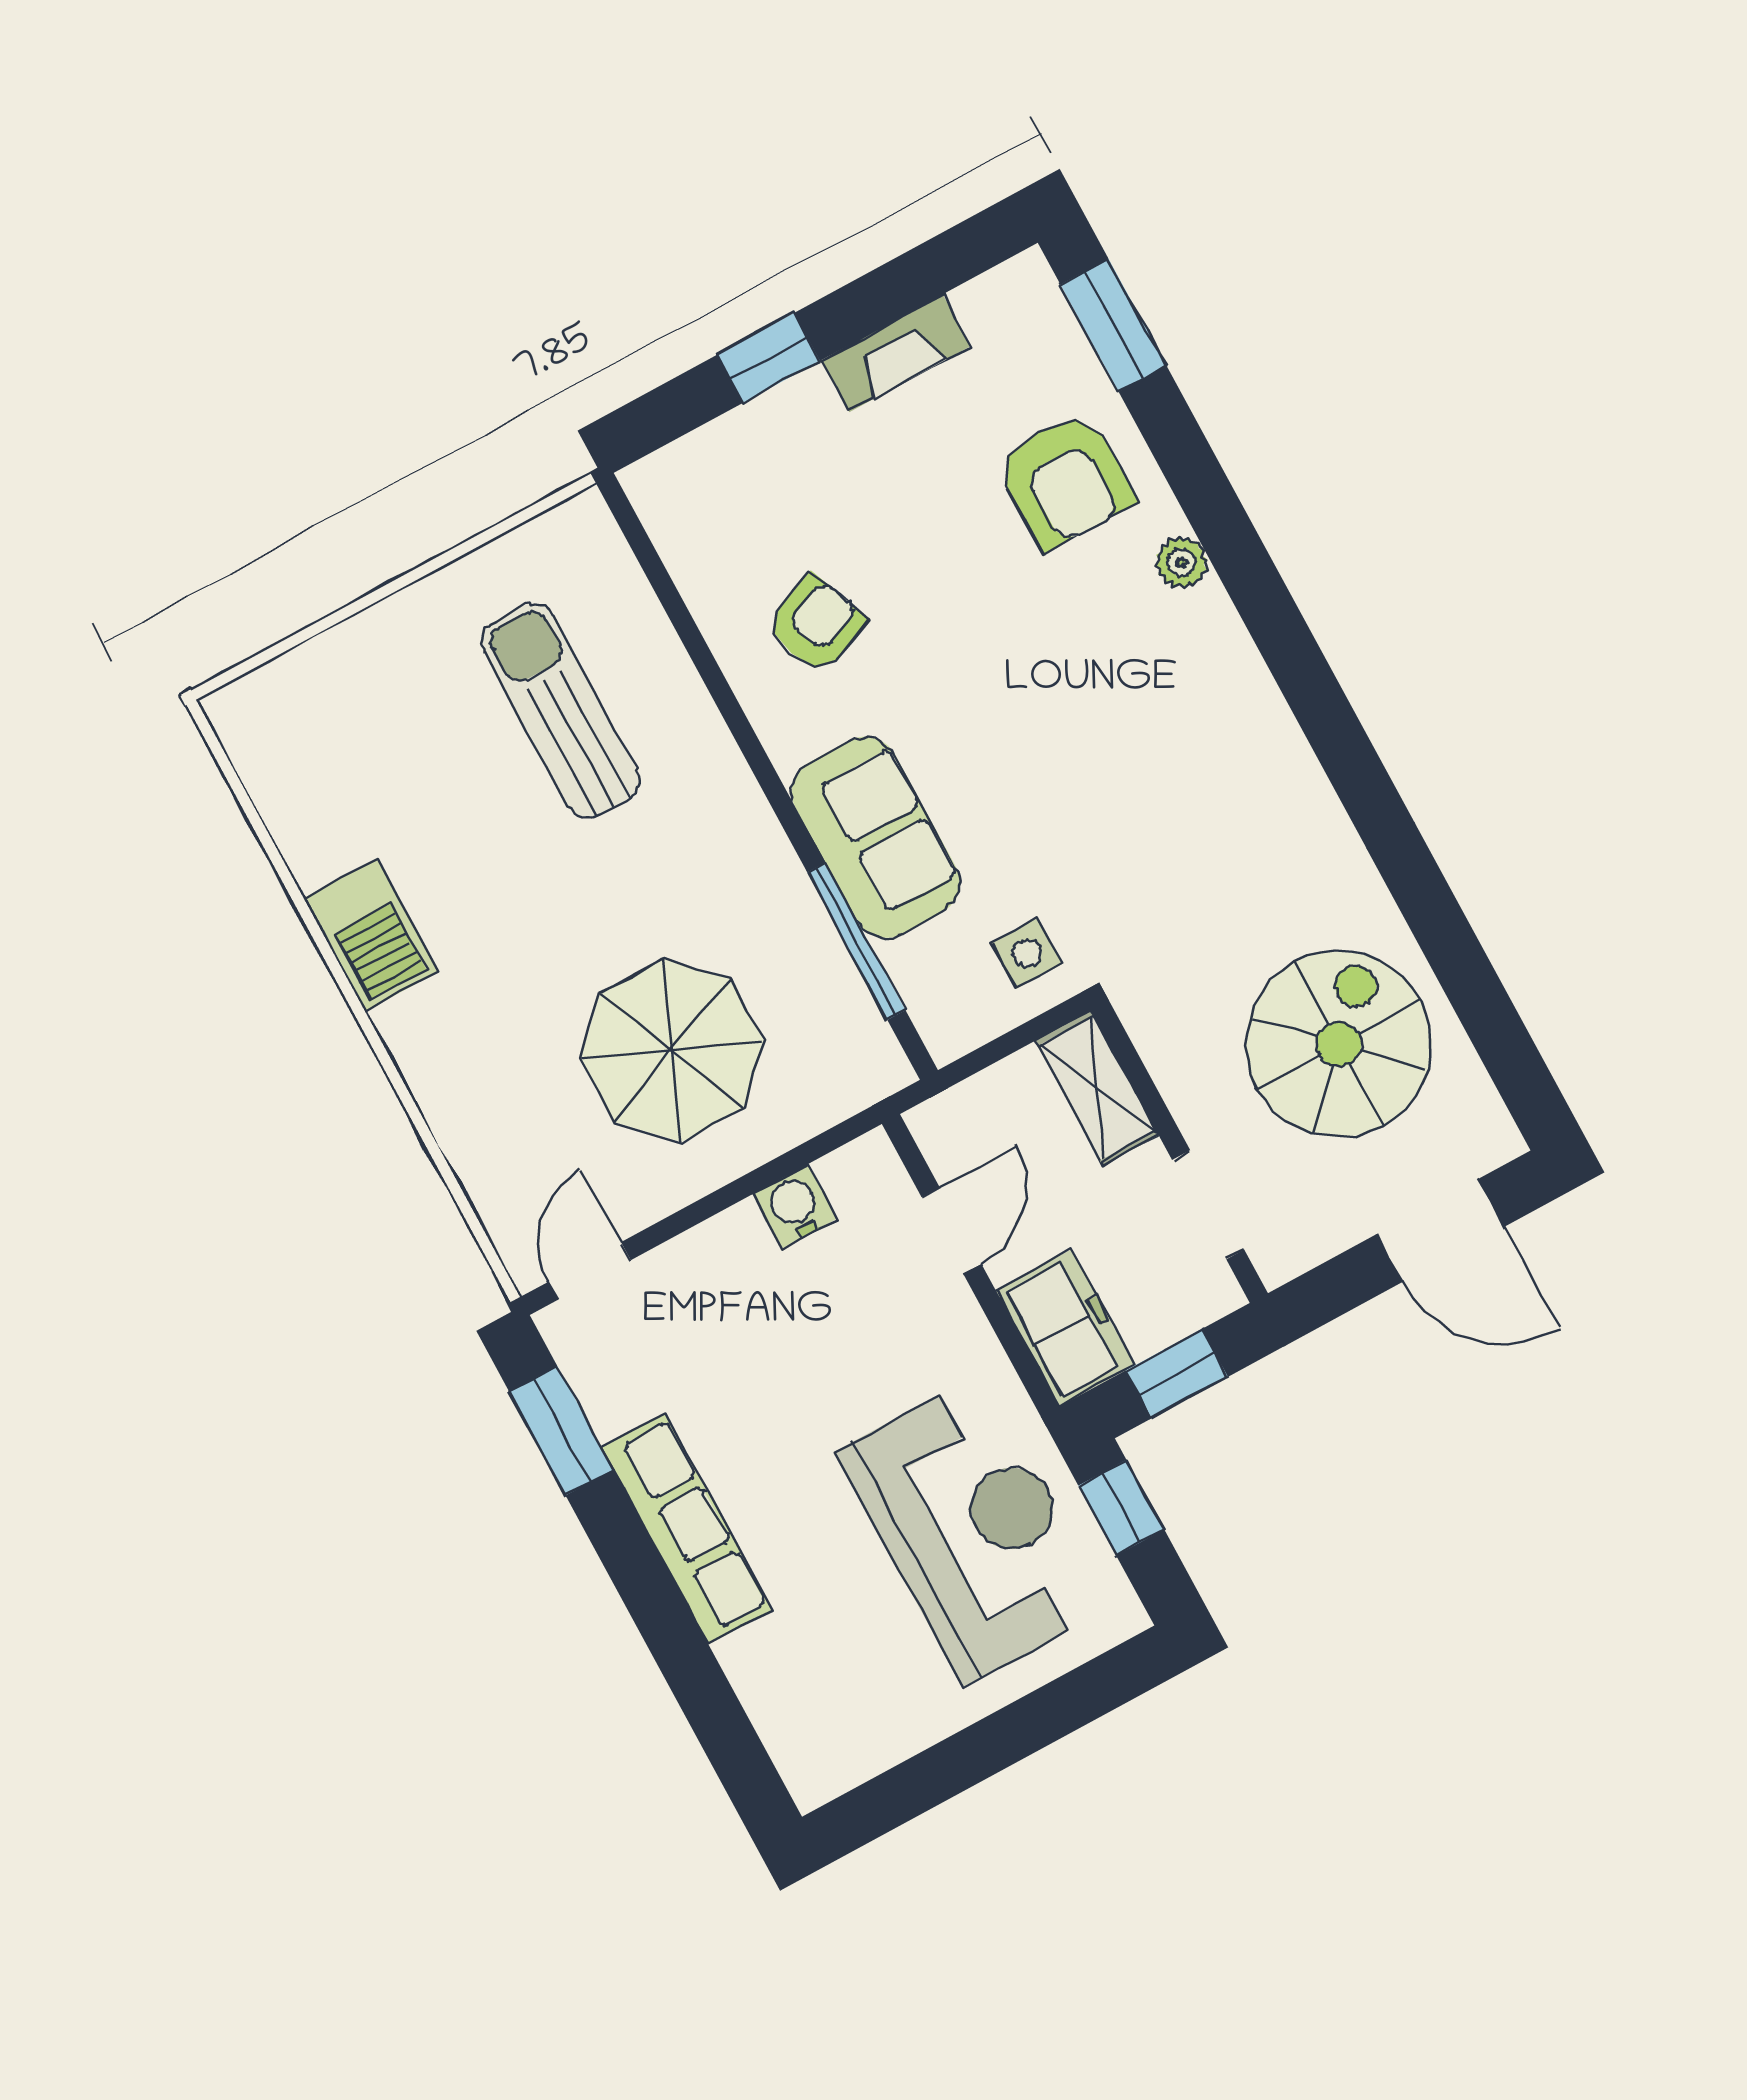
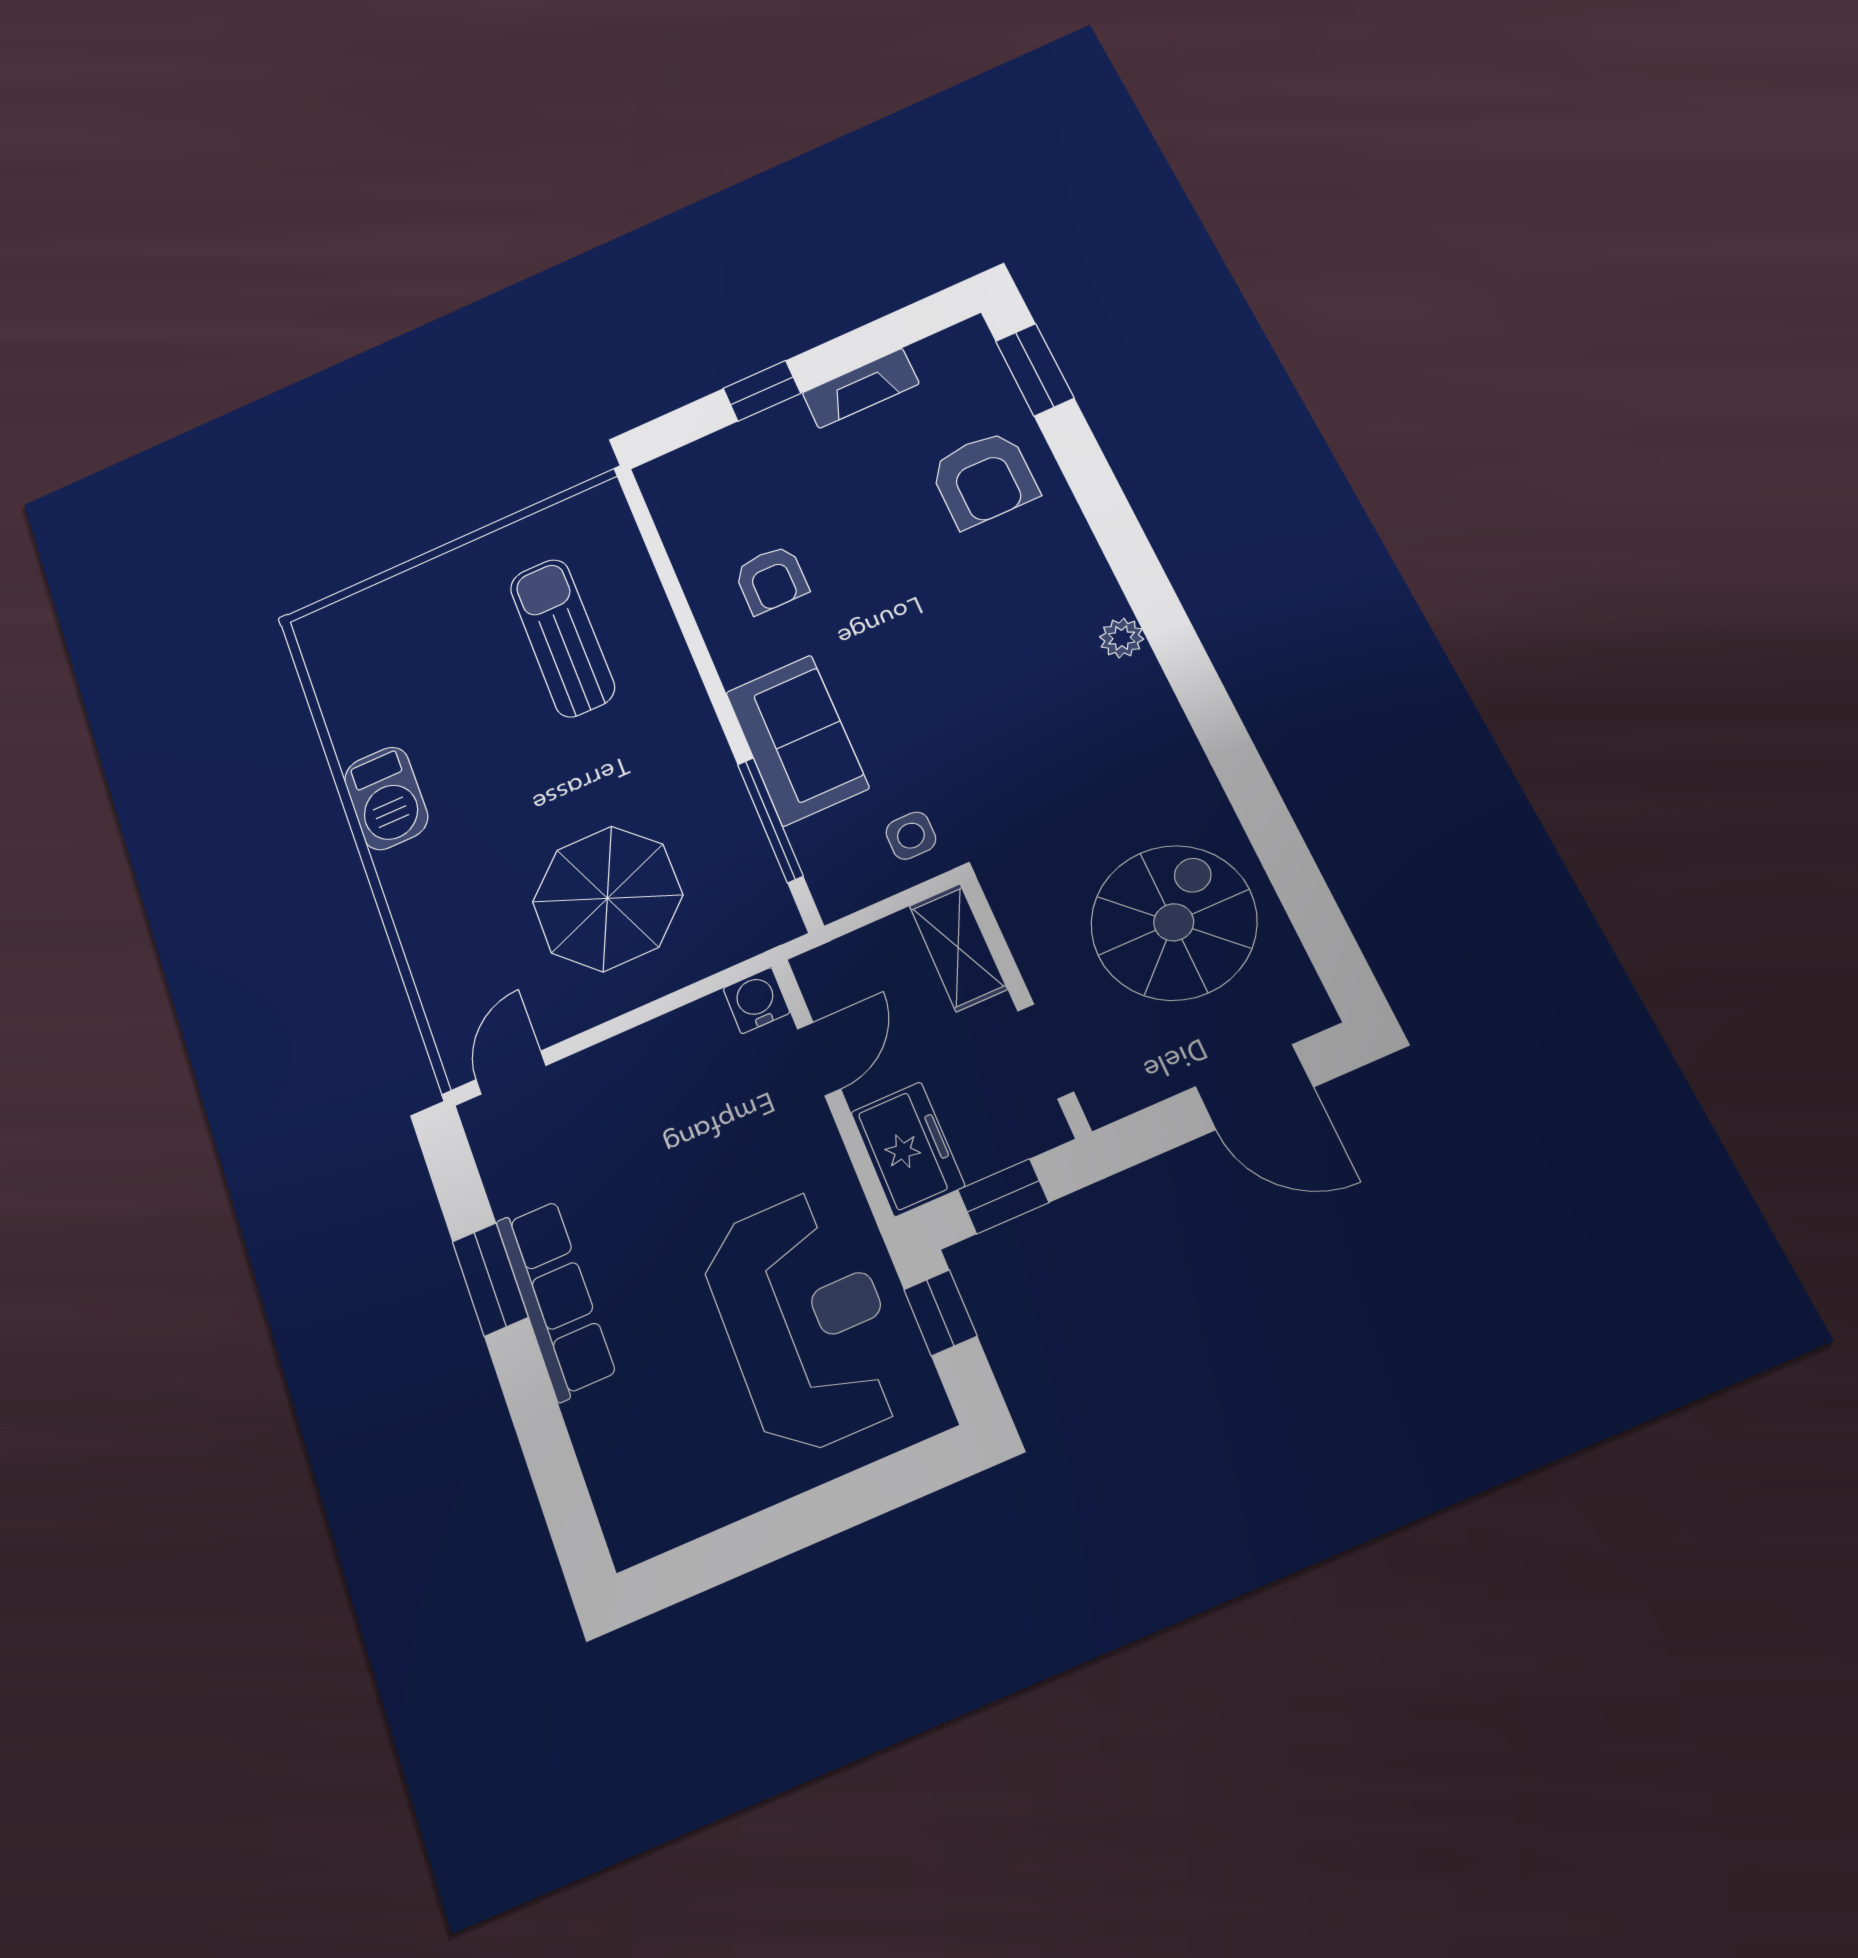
plant: (1181, 562) -> (1122, 638), moved
armchair: (816, 624) -> (771, 579), turned 112
water cooler: (795, 1206) -> (756, 1001), moved
window: (561, 1431) -> (490, 1279), moved

